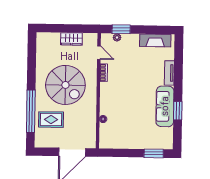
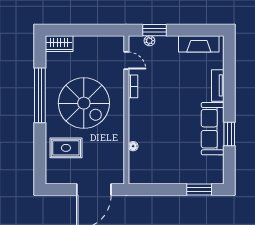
wardrobe: (71, 39) -> (59, 44), moved
window: (31, 111) -> (40, 95), moved

